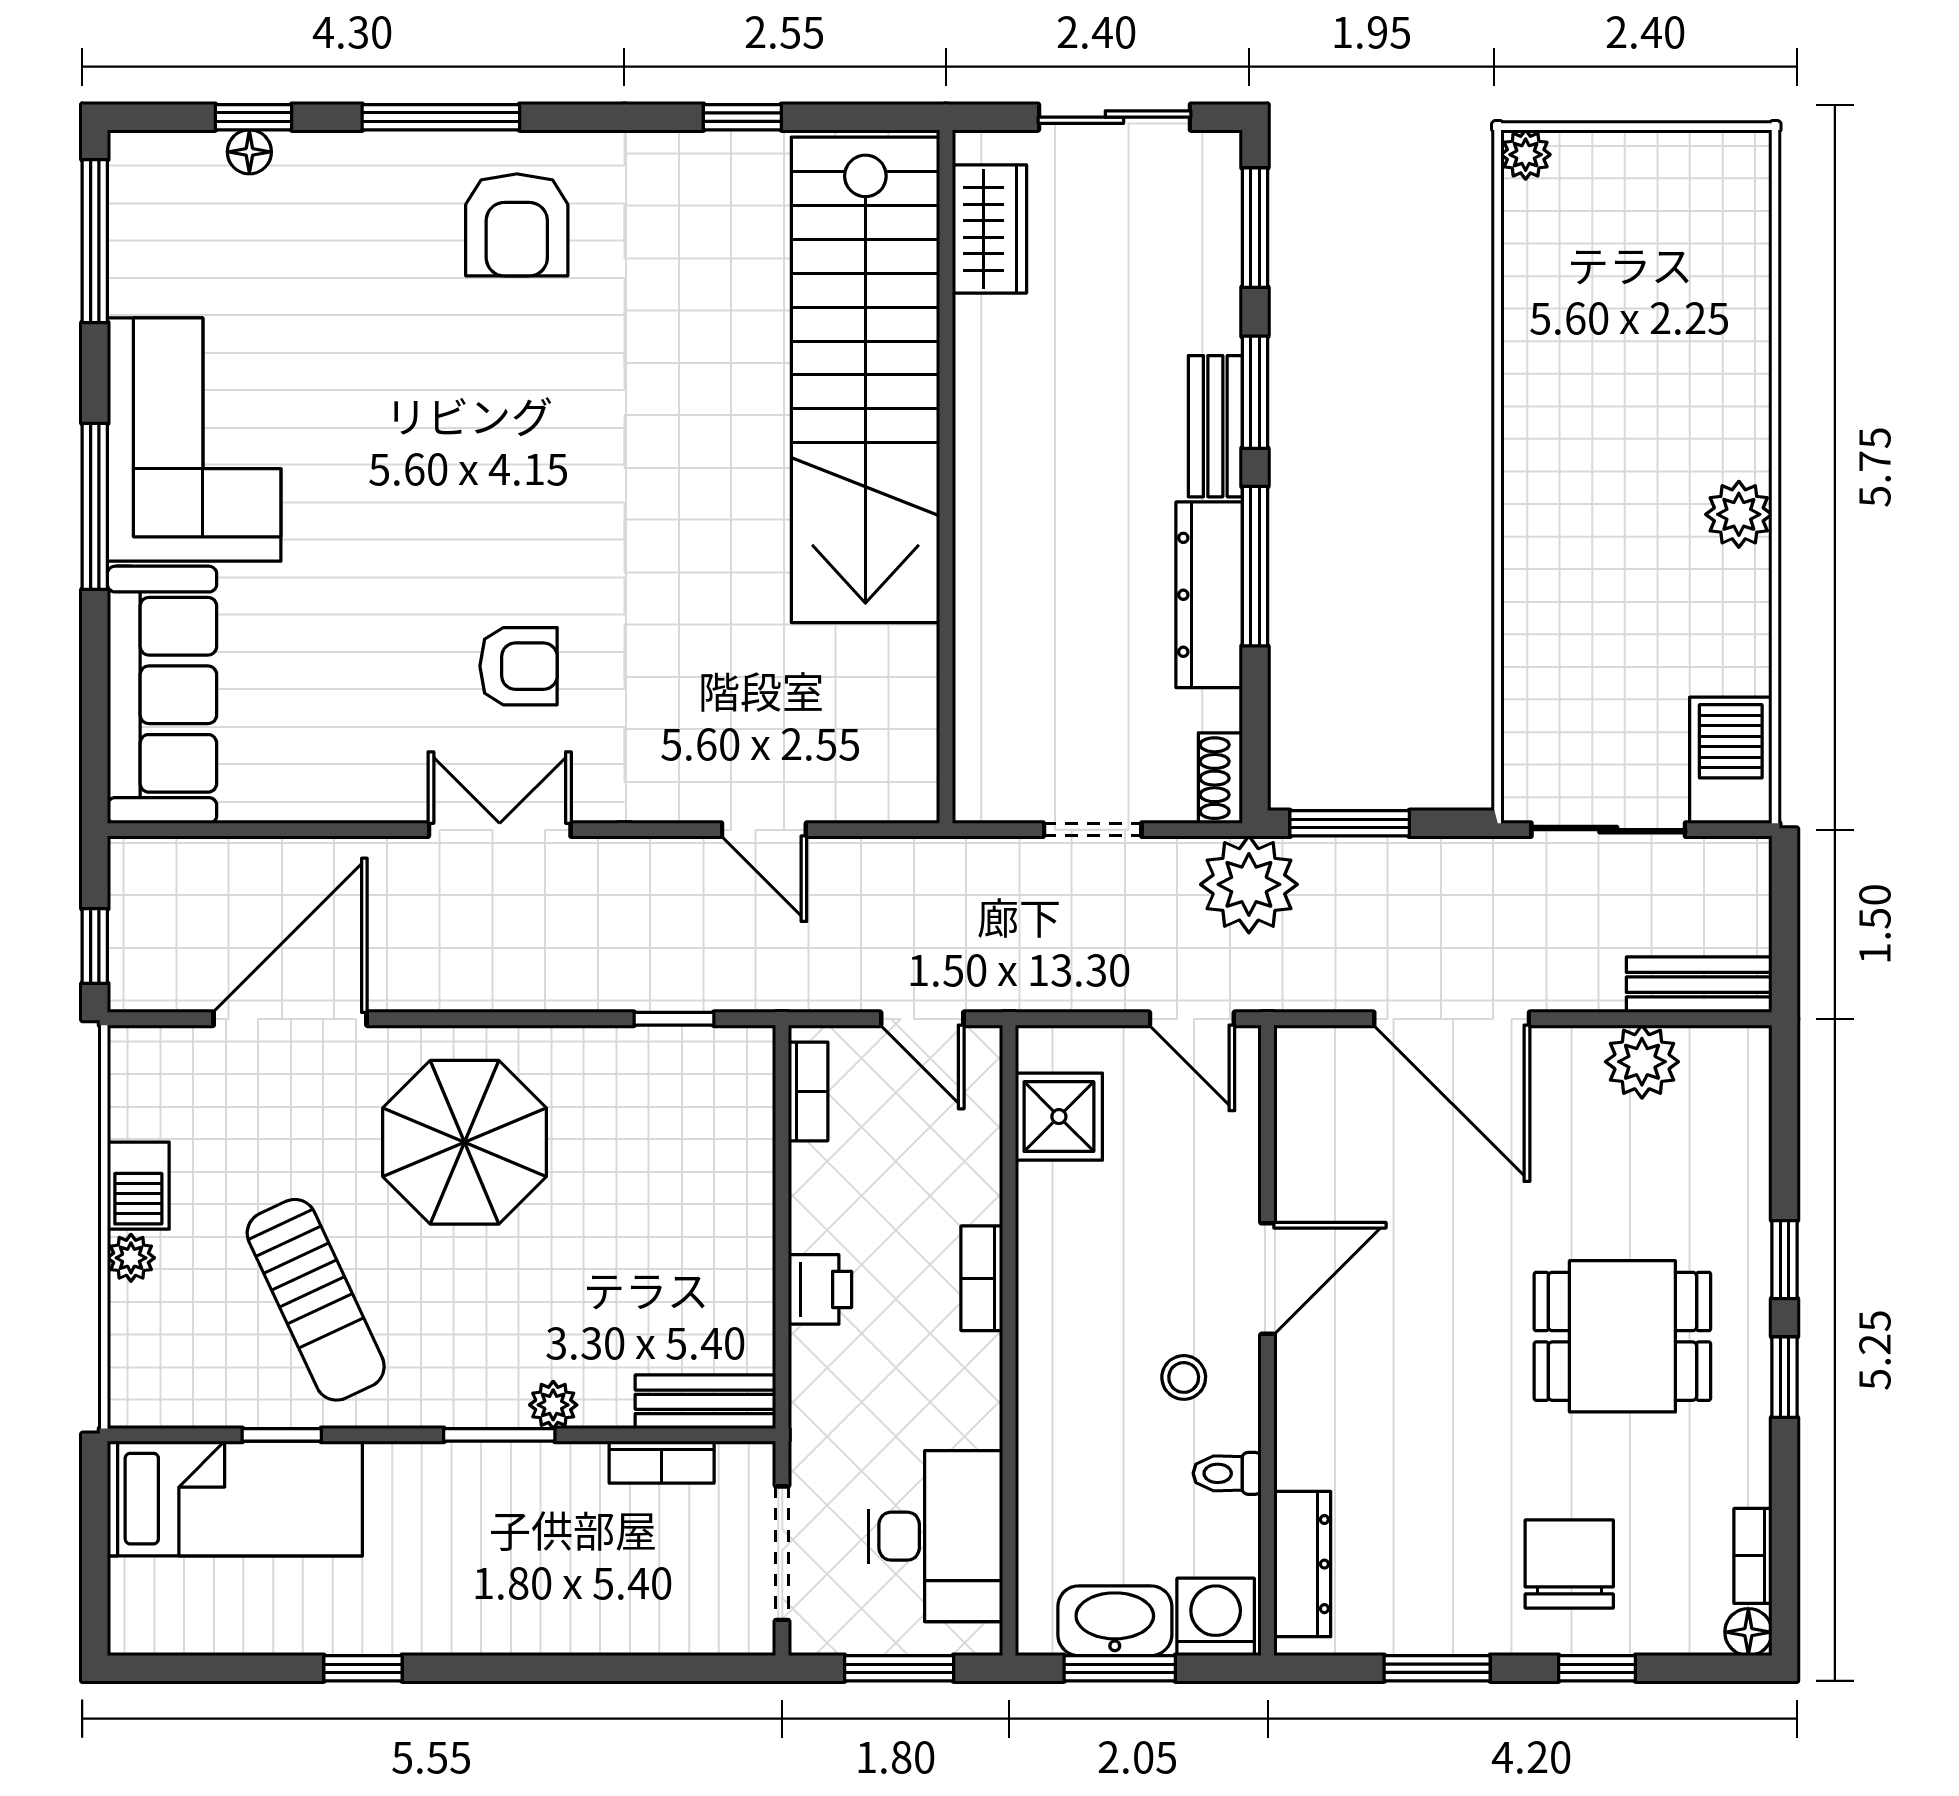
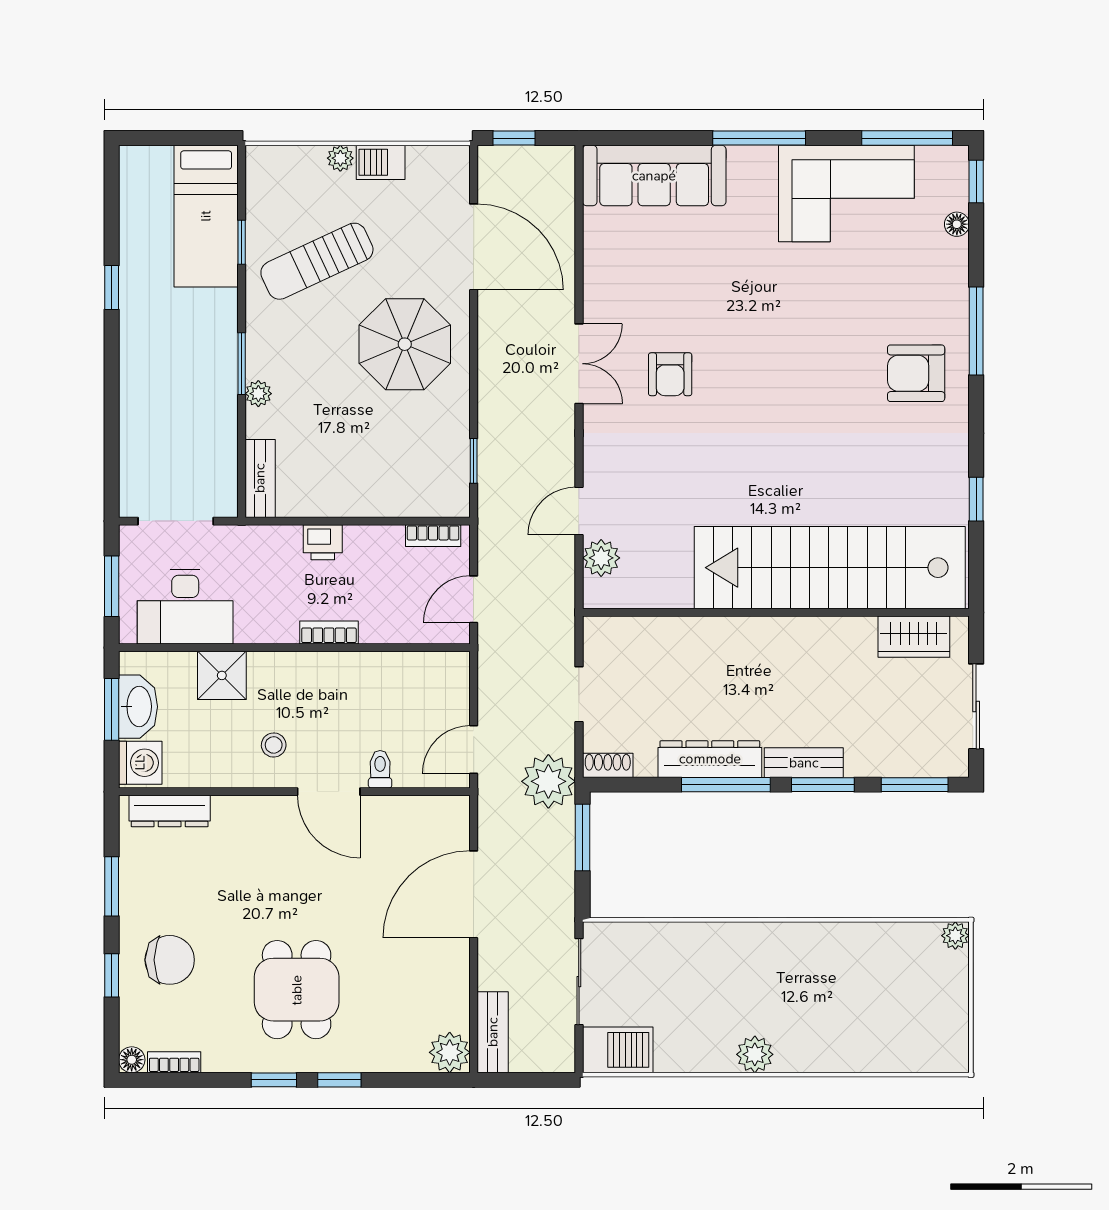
window: (254, 117) -> (976, 181), moved
corner sofa: (194, 440) -> (846, 193), moved
plant: (848, 790) -> (601, 558), added
plant: (1642, 1062) -> (450, 1052), moved
shower: (1059, 1117) -> (222, 675), moved
bookcase: (662, 1462) -> (226, 454), removed
toilet: (1227, 1473) -> (380, 769), moved

